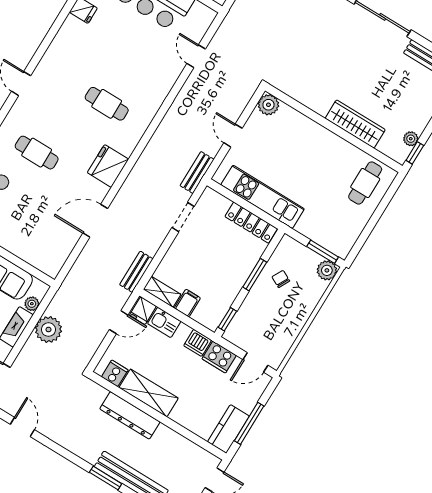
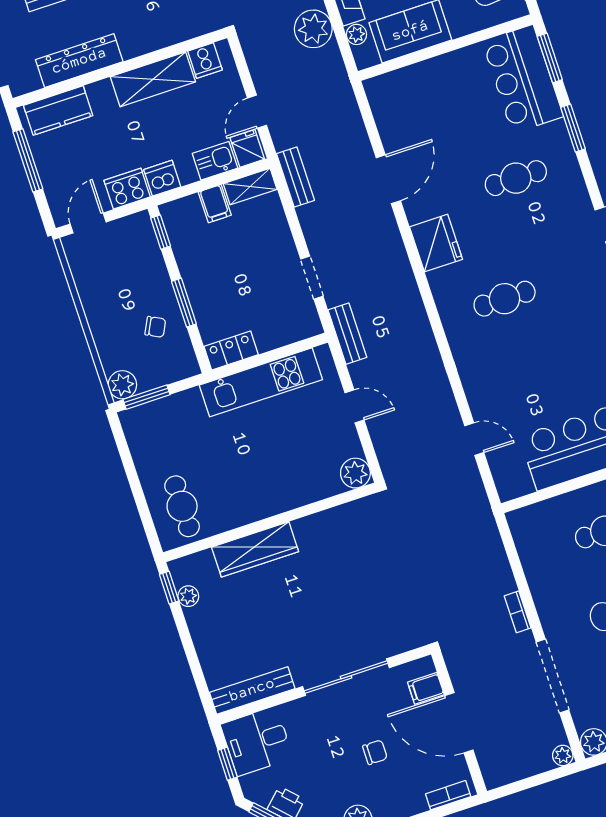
locker: (251, 223) -> (231, 351), width x0.66
dresser: (130, 415) -> (79, 61), moved
kitchen counter: (228, 429) -> (58, 110), moved, turned 90

